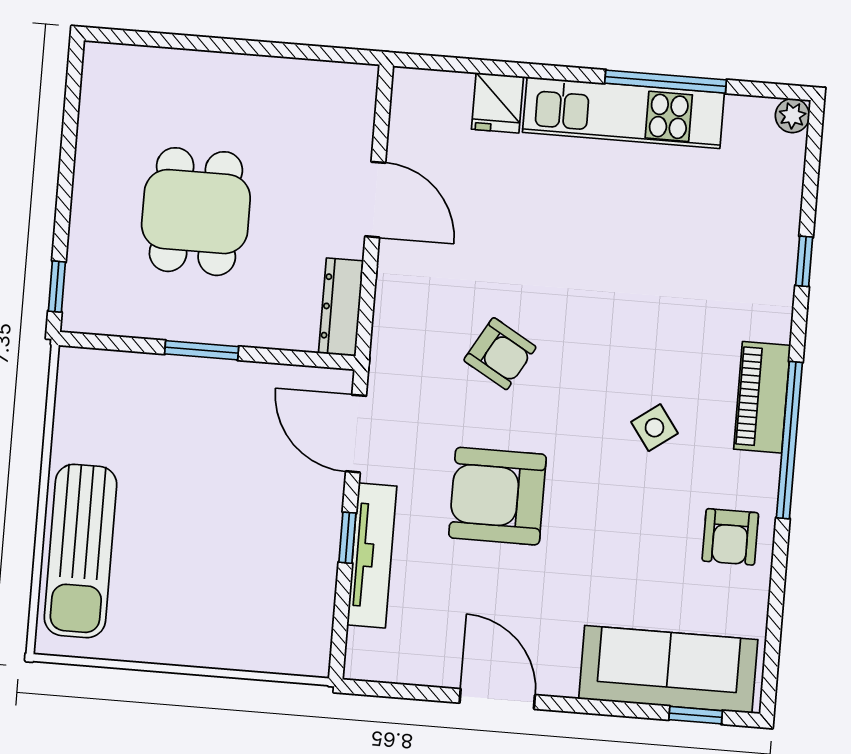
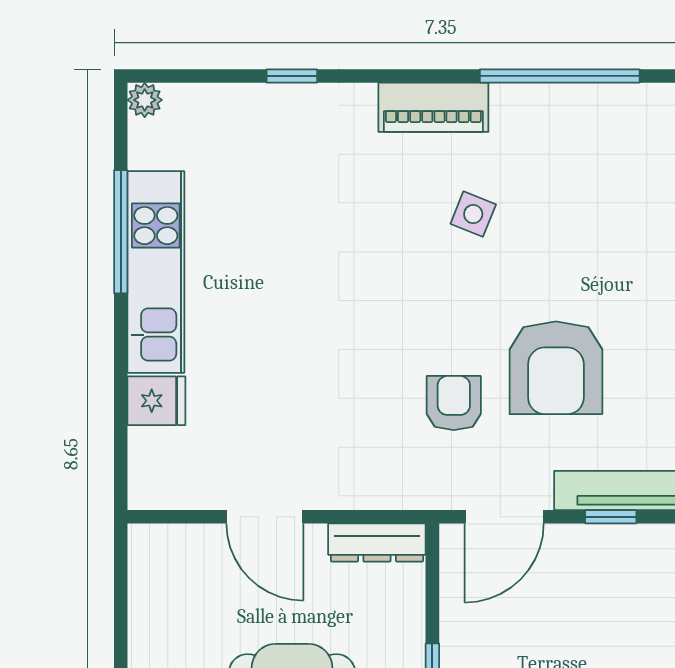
door: (375, 200) -> (265, 517), swing flipped
armchair: (500, 354) -> (454, 403), moved, turned -30
side table: (654, 428) -> (473, 214), turned -32
window: (789, 440) -> (560, 76), moved
armchair: (730, 537) -> (578, 128), removed

